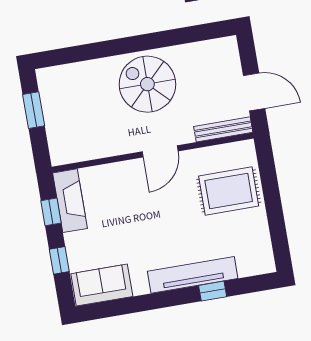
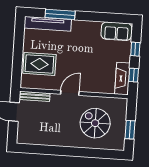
spiral stairs: (147, 84) -> (95, 123), moved, turned 180
tv unit: (193, 275) -> (48, 24), moved
window: (213, 291) -> (60, 14), width x2.17

